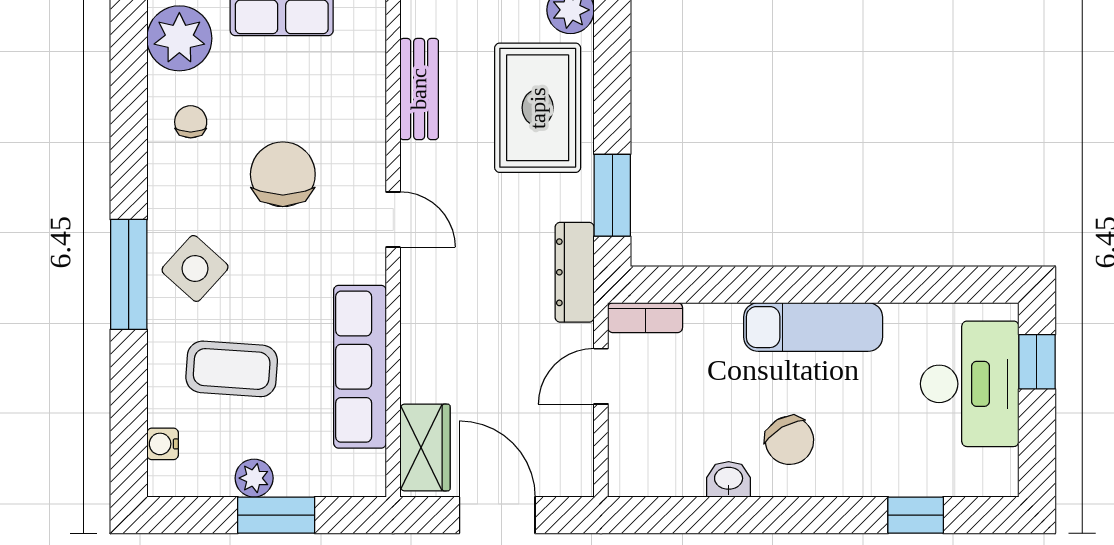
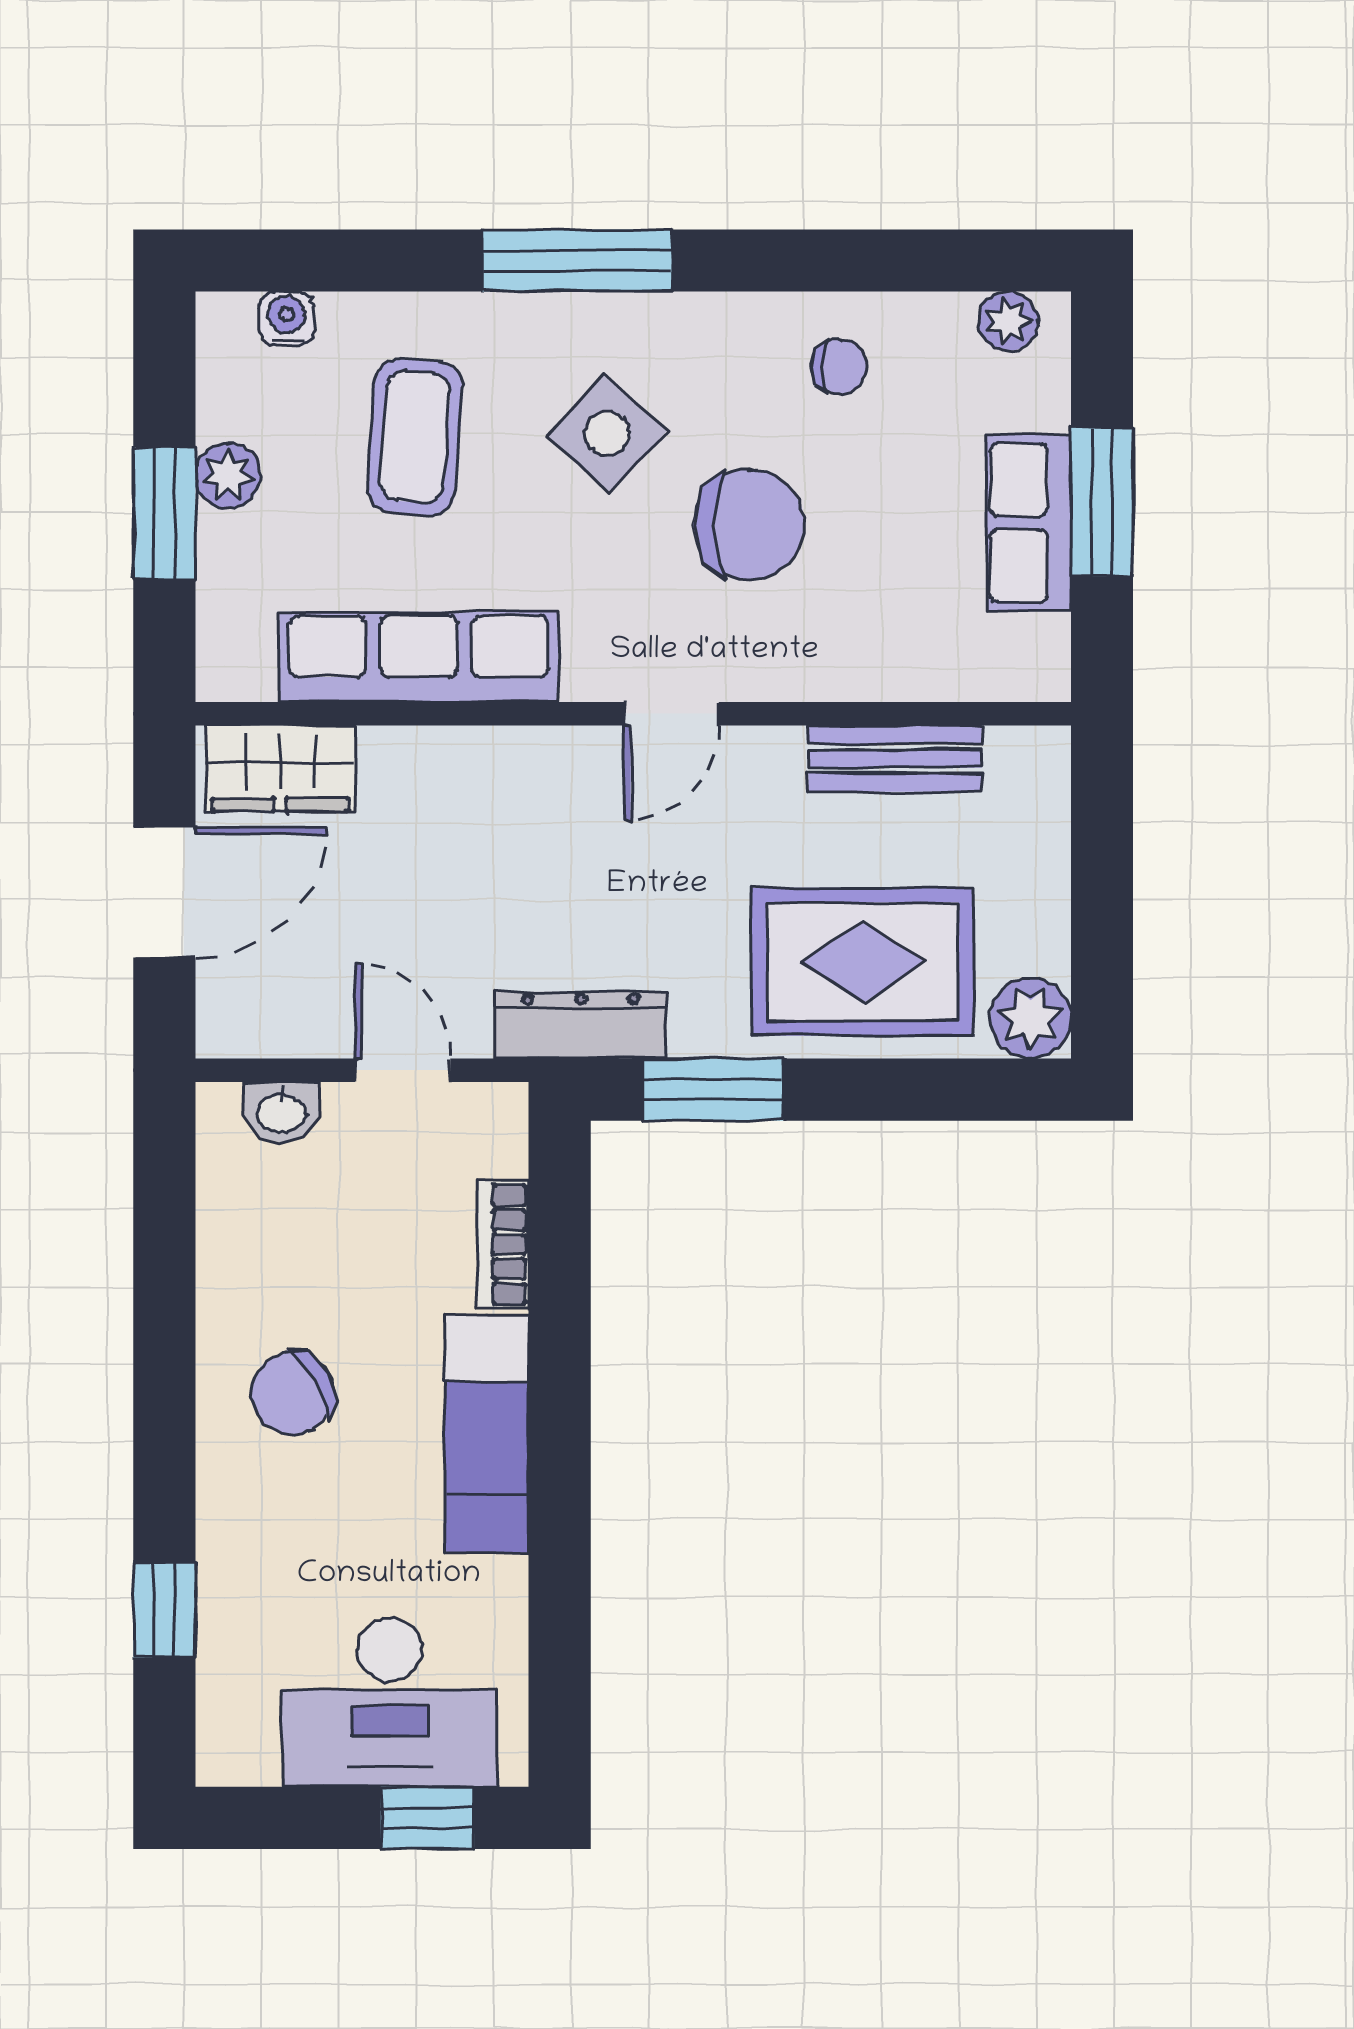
plant: (179, 38) -> (1008, 321), width x0.53, depth x0.53
side table: (195, 268) -> (607, 433), moved
bookcase: (645, 318) -> (503, 1245), moved
washbasin: (729, 479) -> (282, 1112), moved, turned 90

